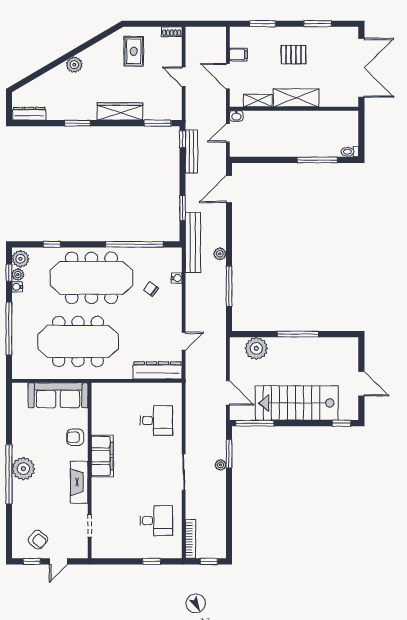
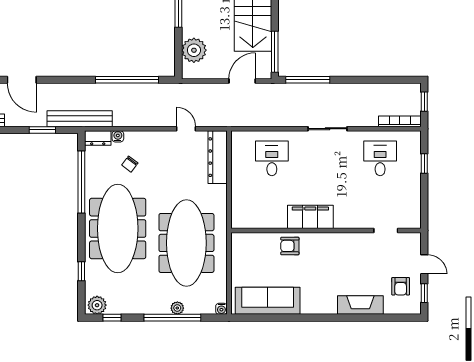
plant: (220, 254) -> (92, 90), removed
dresser: (175, 259) -> (98, 138), added
plant: (18, 274) -> (177, 308), moved
window: (229, 286) -> (127, 80), width x1.46
water cooler: (17, 287) -> (221, 309), moved
sofa: (58, 395) -> (268, 301), moved, turned -90
armchair: (75, 437) -> (290, 246), turned 90
window: (229, 454) -> (308, 80), width x1.44
plant: (220, 465) -> (320, 89), removed
plant: (23, 469) -> (324, 302), removed
window: (9, 474) -> (330, 318), removed
fireplace: (79, 482) -> (360, 305), moved, turned 180
armchair: (38, 540) -> (401, 286), turned 140

